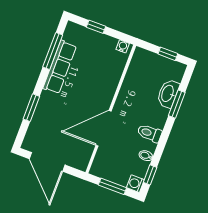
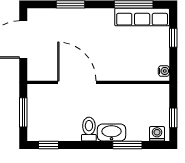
row of seats: (60, 67) -> (142, 17), moved
washbasin: (168, 94) -> (111, 133), moved
bidet: (146, 156) -> (66, 134), removed
washing machine: (135, 184) -> (157, 134), moved

